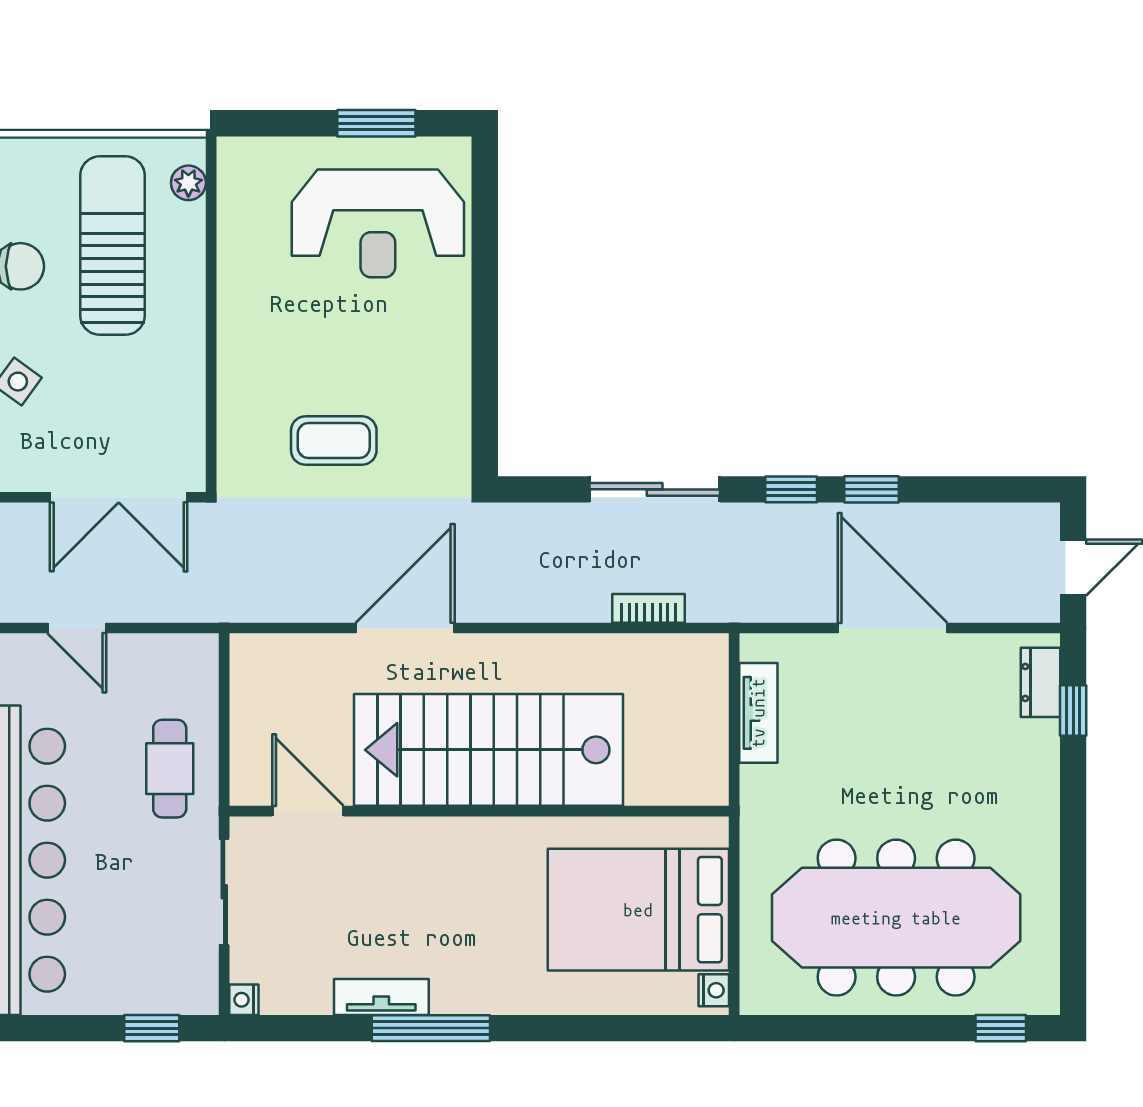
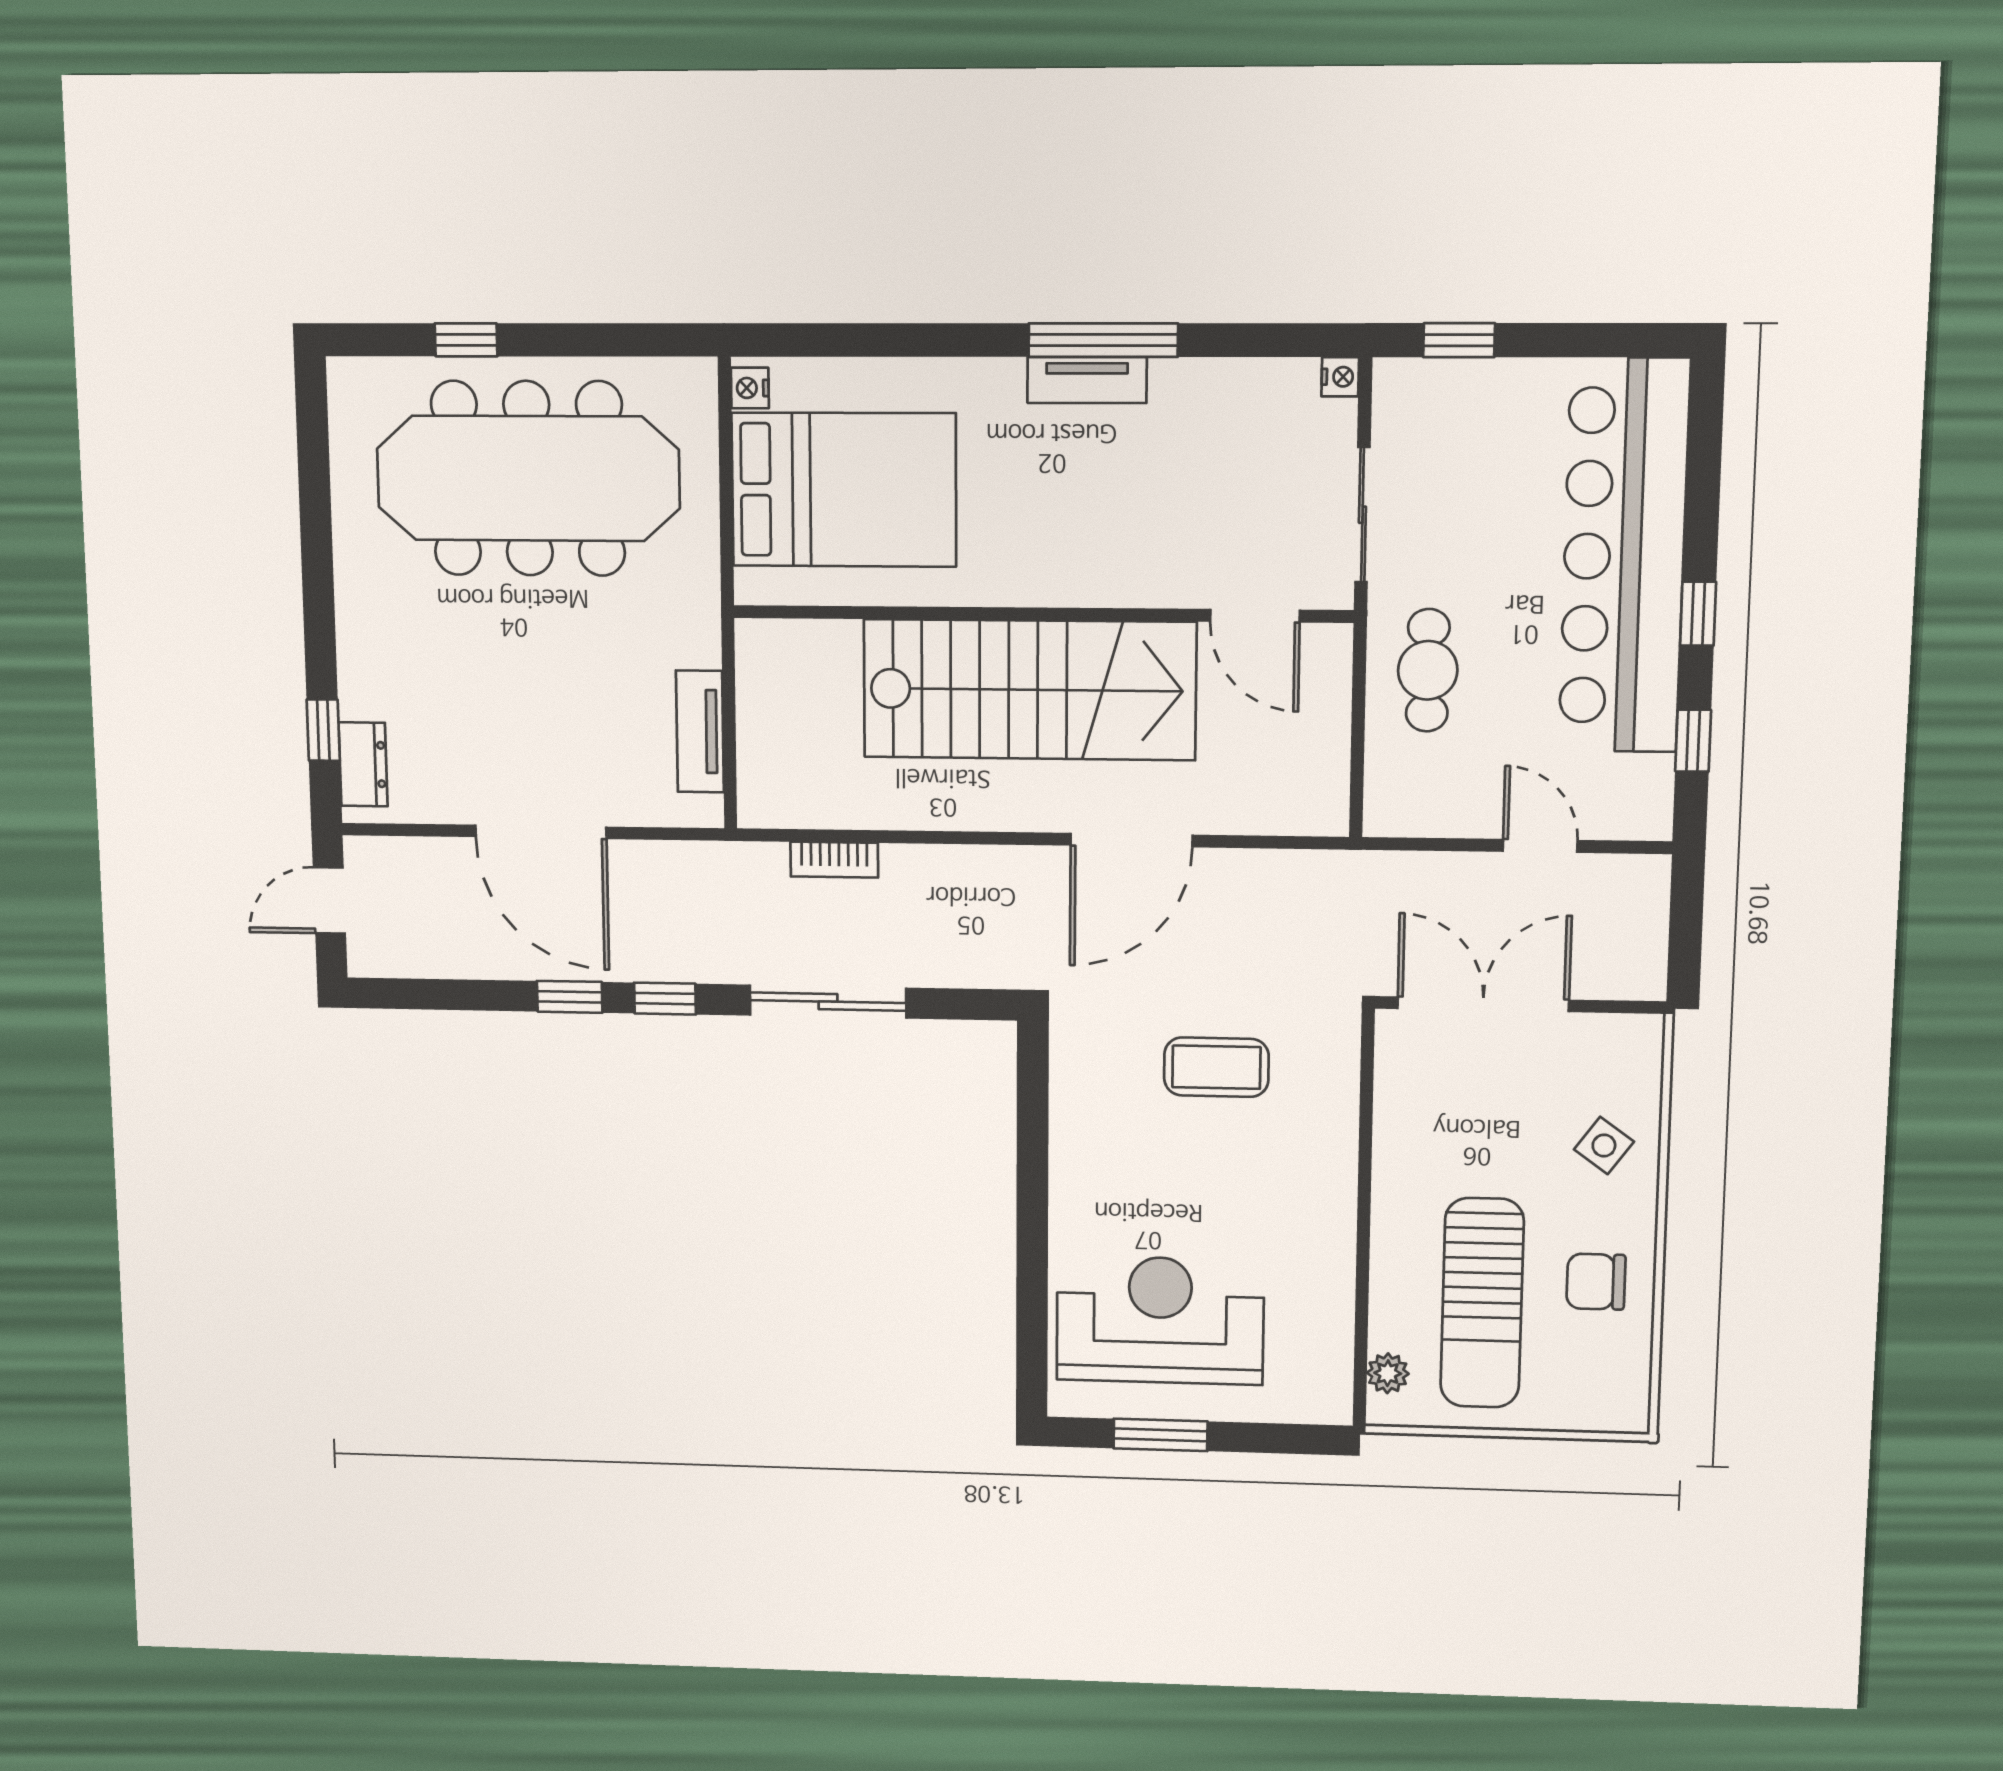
tv unit: (381, 997) -> (1087, 380), moved
window: (1001, 1028) -> (466, 340), moved

